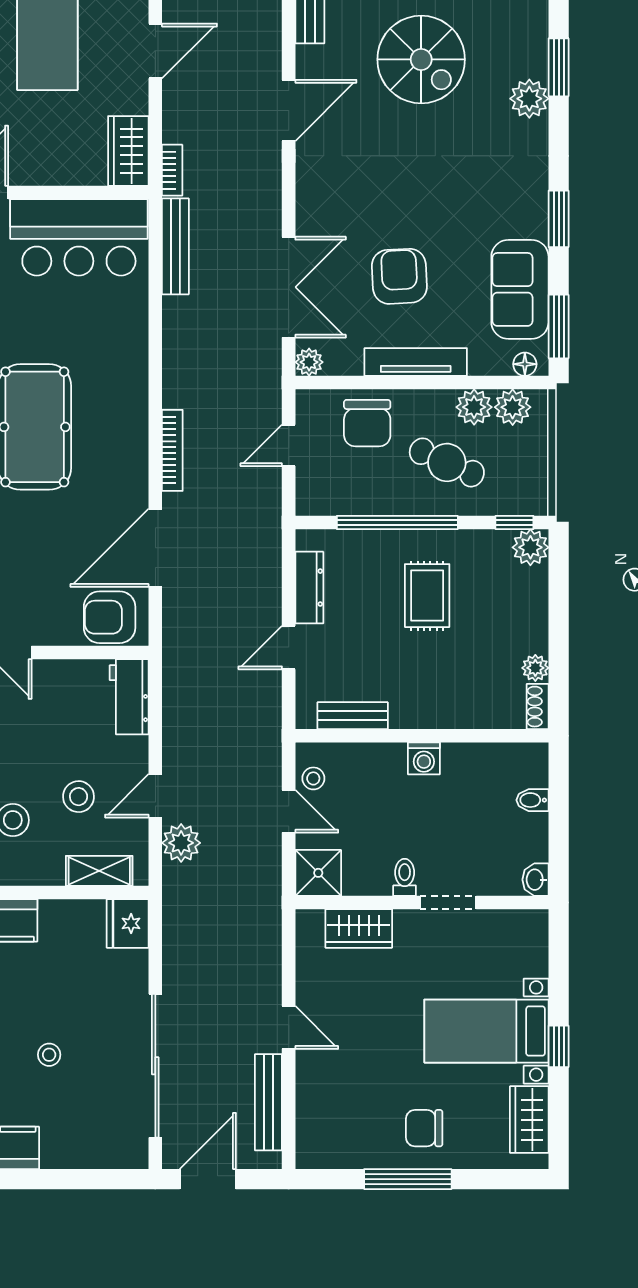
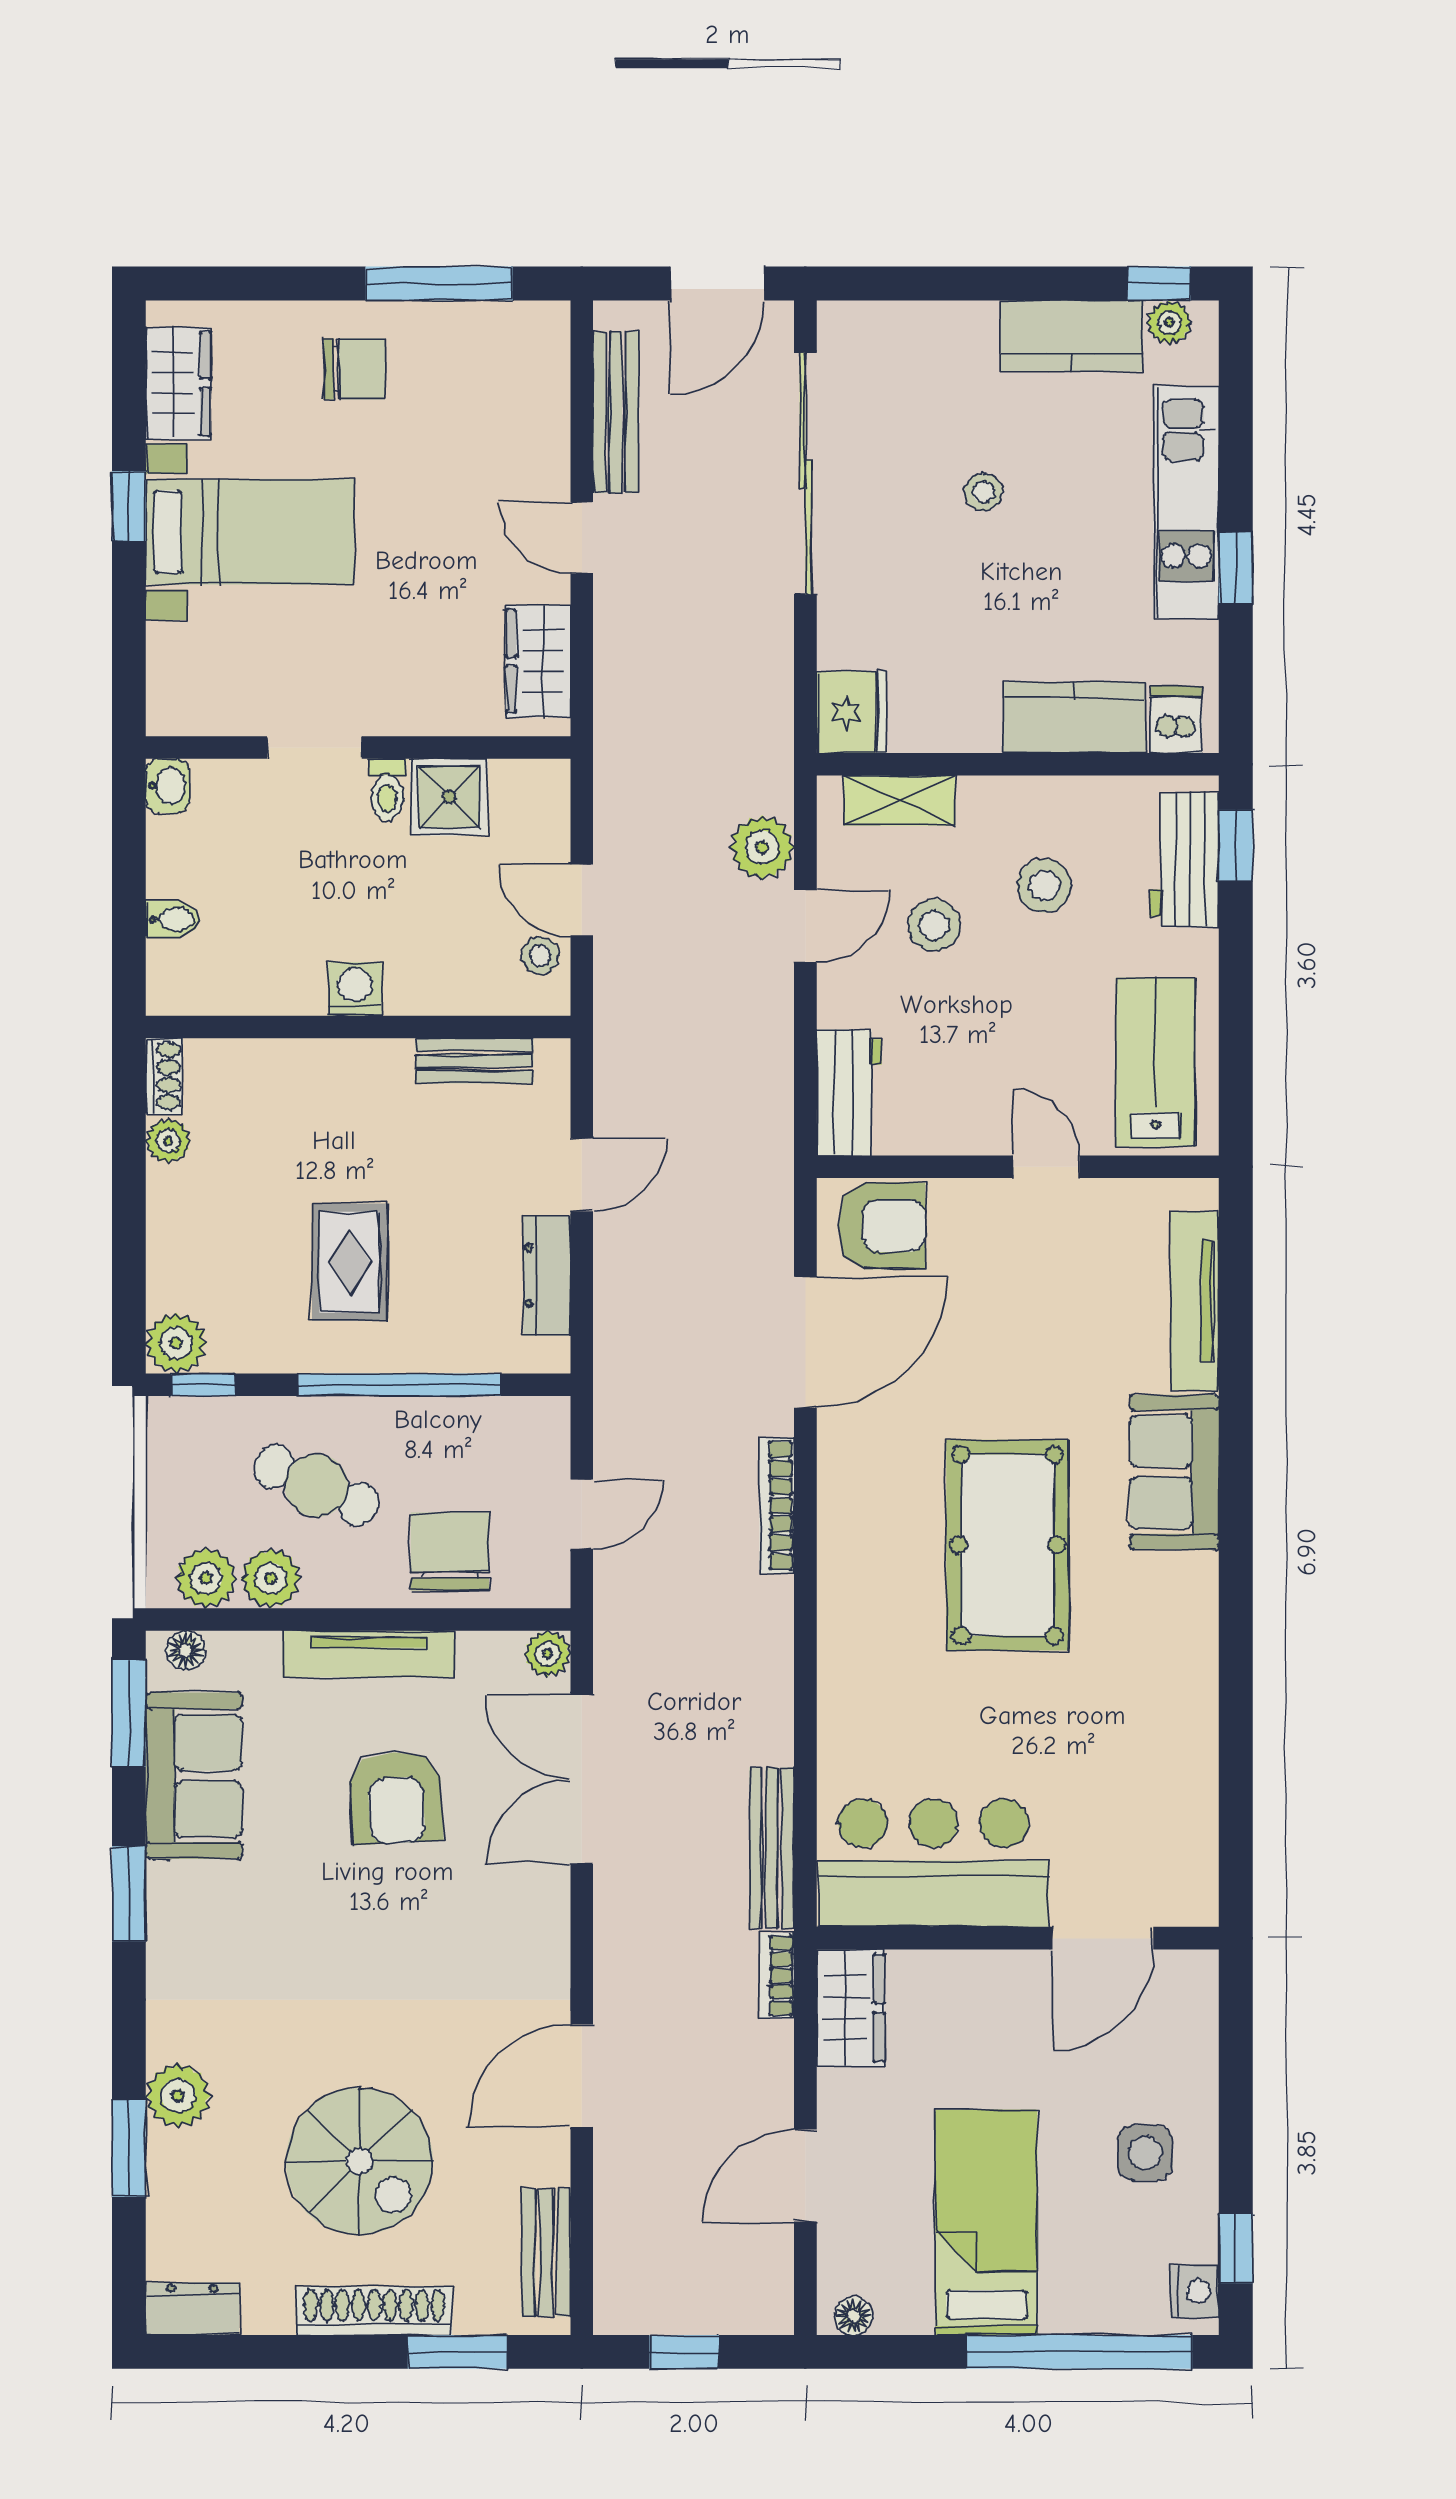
spiral stairs: (421, 59) -> (359, 2161), turned 180
shower: (318, 873) -> (449, 797), moved
wardrobe: (359, 928) -> (538, 661), moved, turned -90
window: (408, 1179) -> (439, 283), moved

